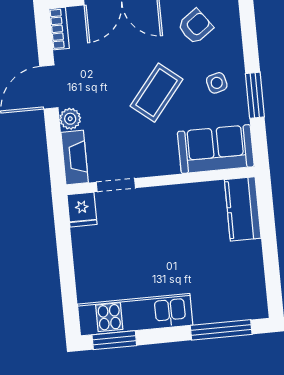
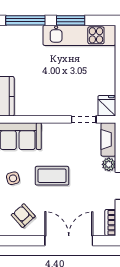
armchair: (195, 26) -> (23, 216), turned 84
coffee table: (157, 93) -> (52, 176), turned 51
window: (114, 340) -> (71, 20), moved

